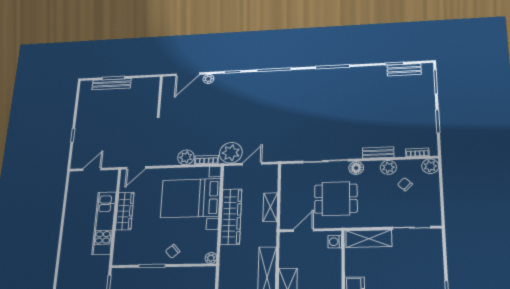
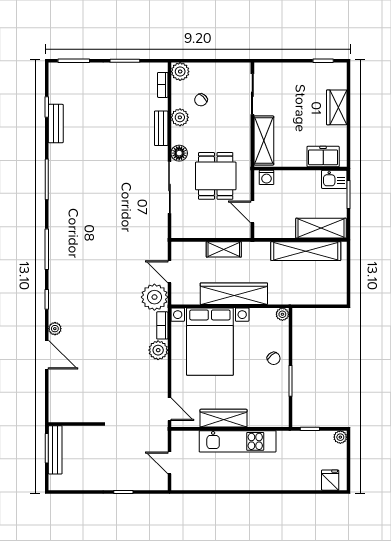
bench: (404, 70) -> (56, 124), moved
wall: (160, 96) -> (75, 424), moved

